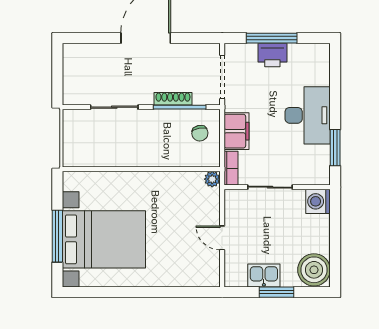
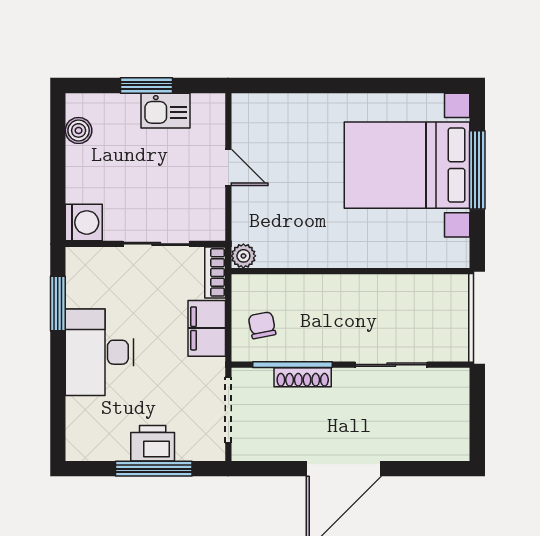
boiler: (314, 270) -> (79, 130), width x0.54, depth x0.54

